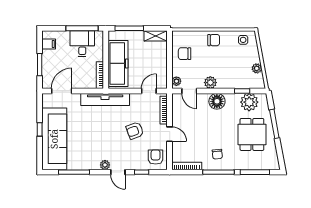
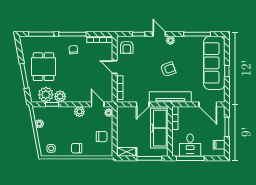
door: (62, 91) -> (208, 104), hinge flipped
door: (149, 91) -> (143, 104), moved
plant: (233, 100) -> (60, 96), added
floor lamp: (217, 101) -> (74, 95), removed
armchair: (135, 131) -> (168, 69), moved

